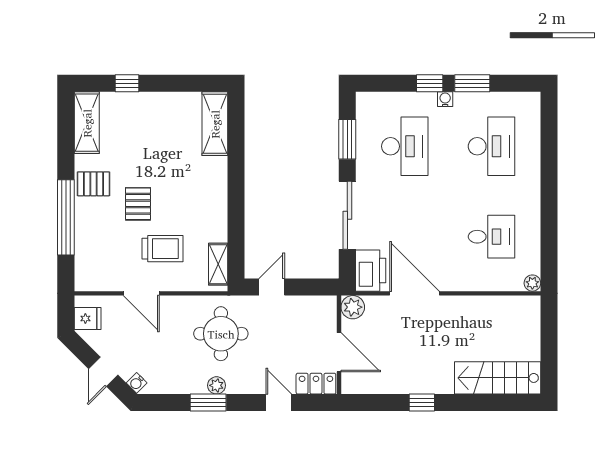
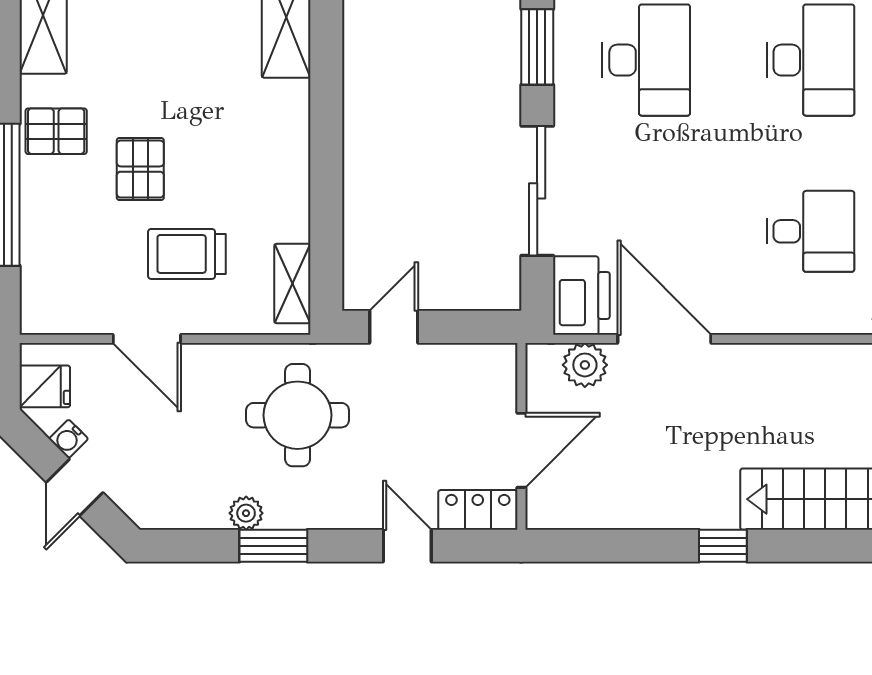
trolley: (163, 249) -> (187, 254), turned 180
plant: (353, 307) -> (585, 365), moved
door: (339, 352) -> (521, 450), hinge flipped
water cooler: (137, 383) -> (69, 439), moved
plant: (217, 385) -> (246, 513), moved
window: (422, 403) -> (723, 546), moved

